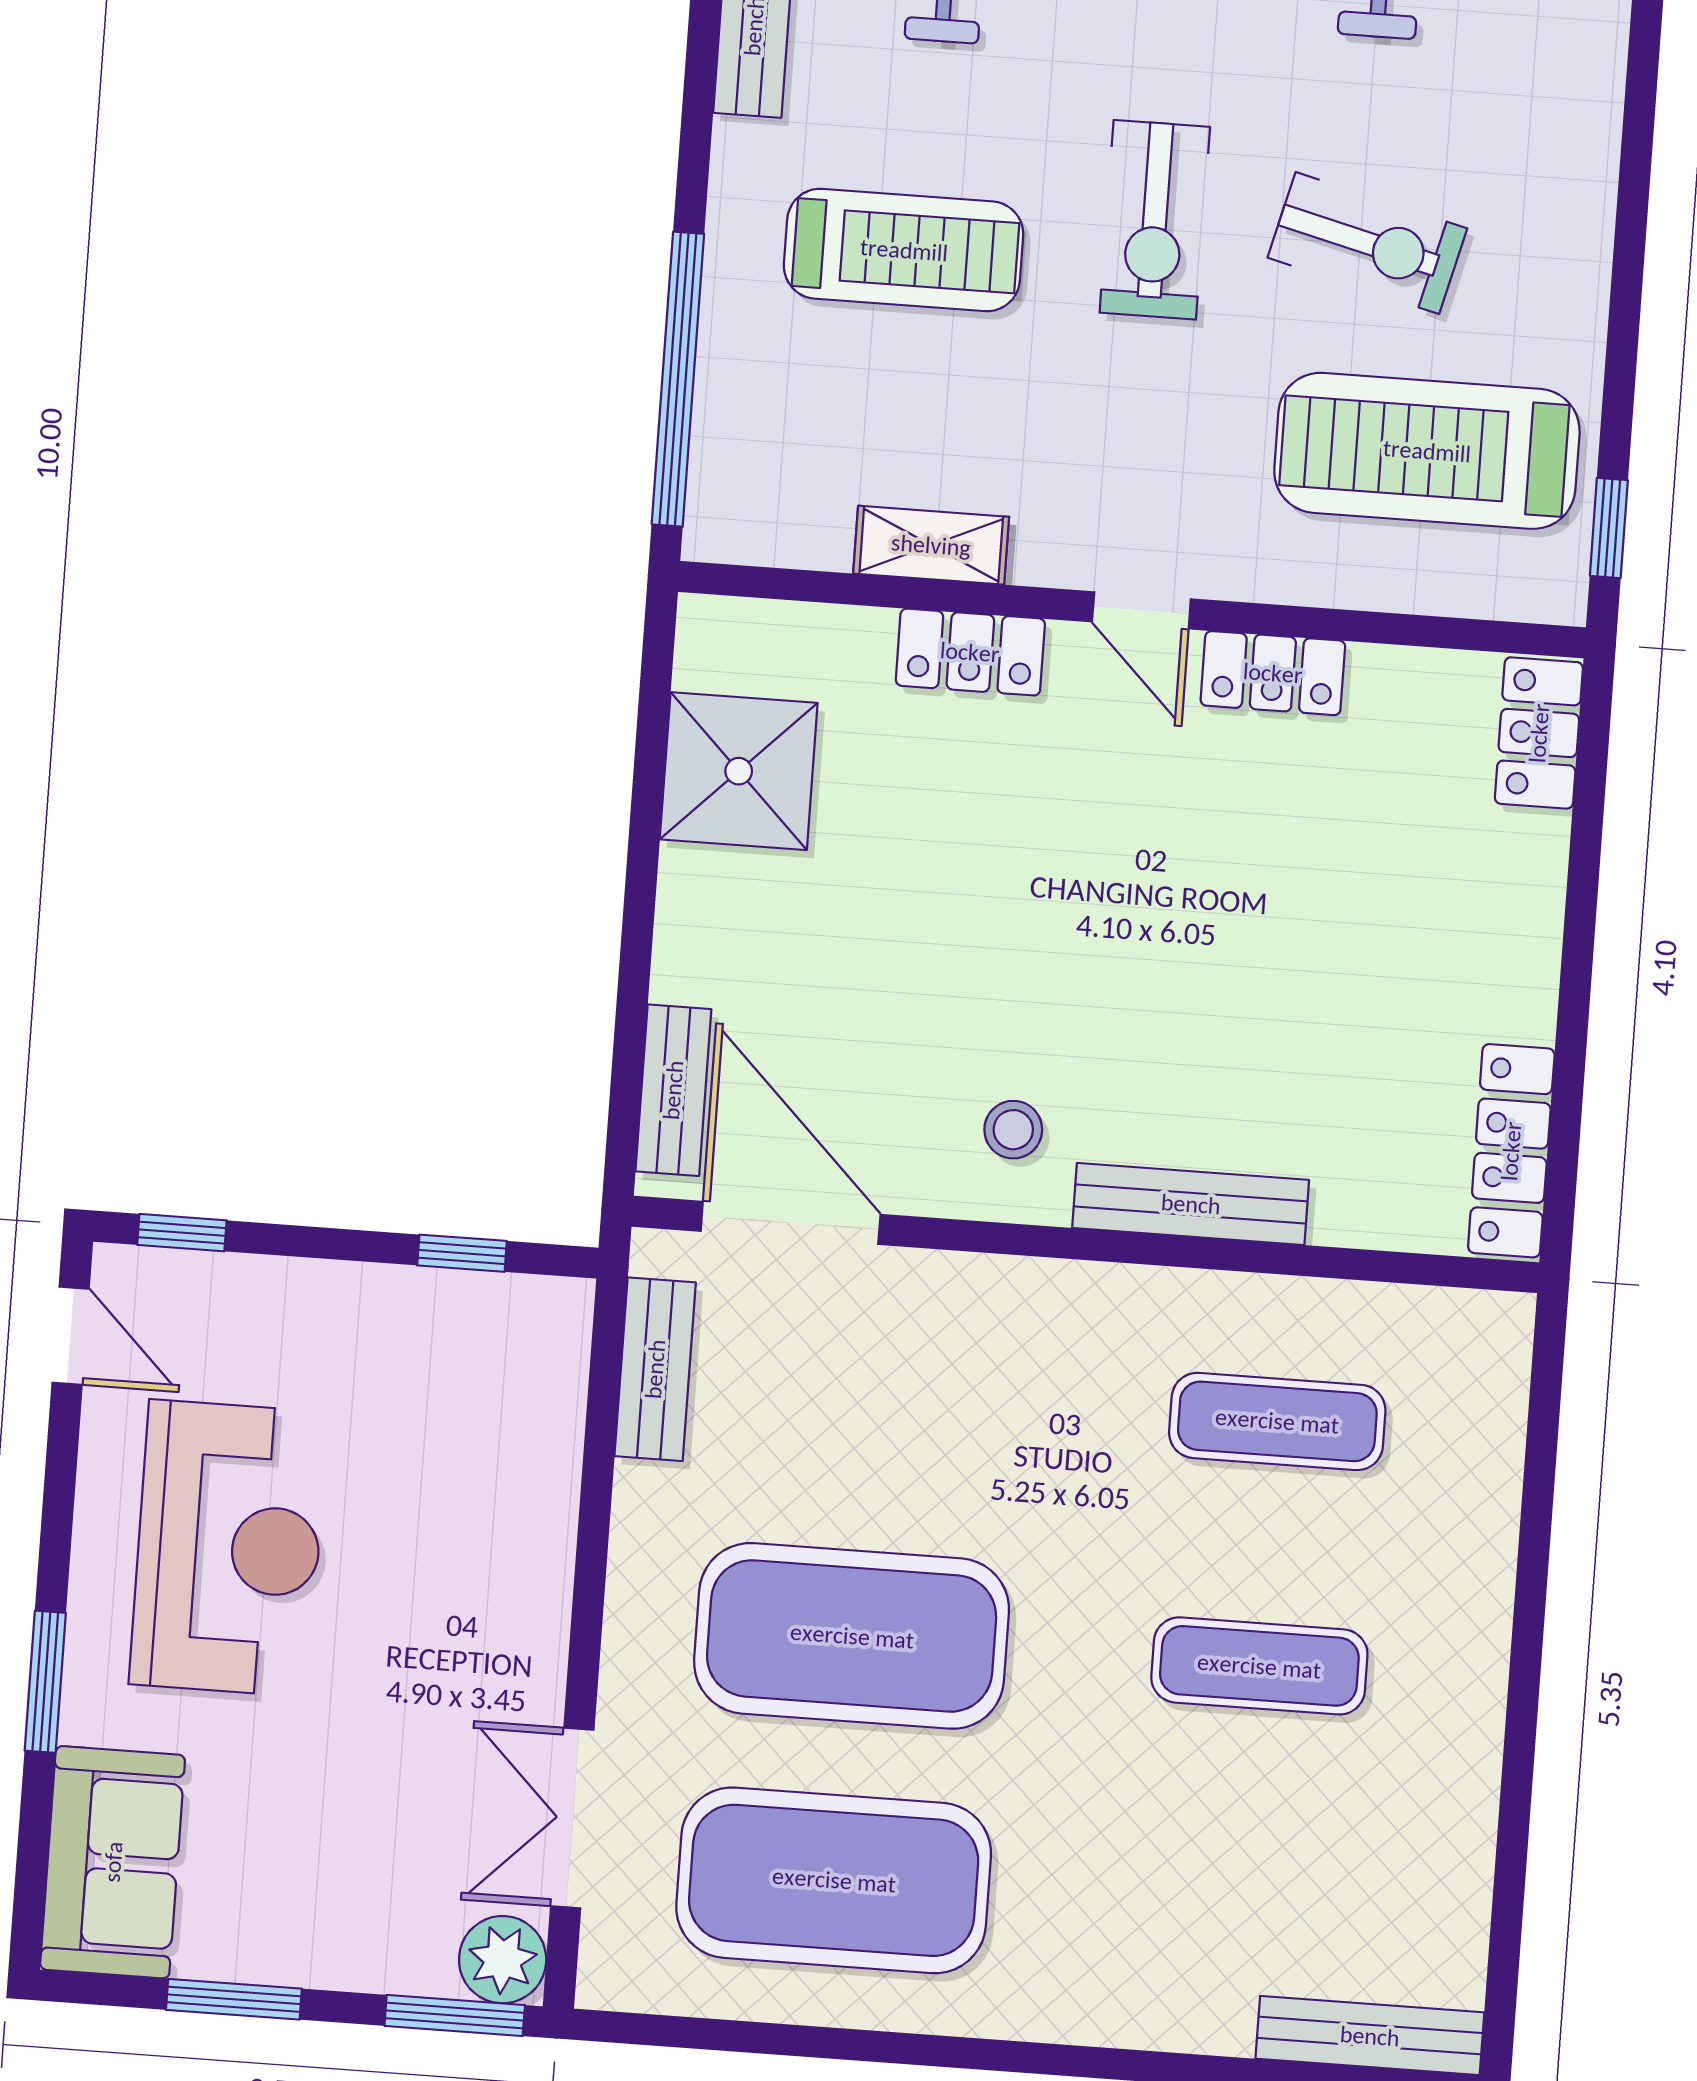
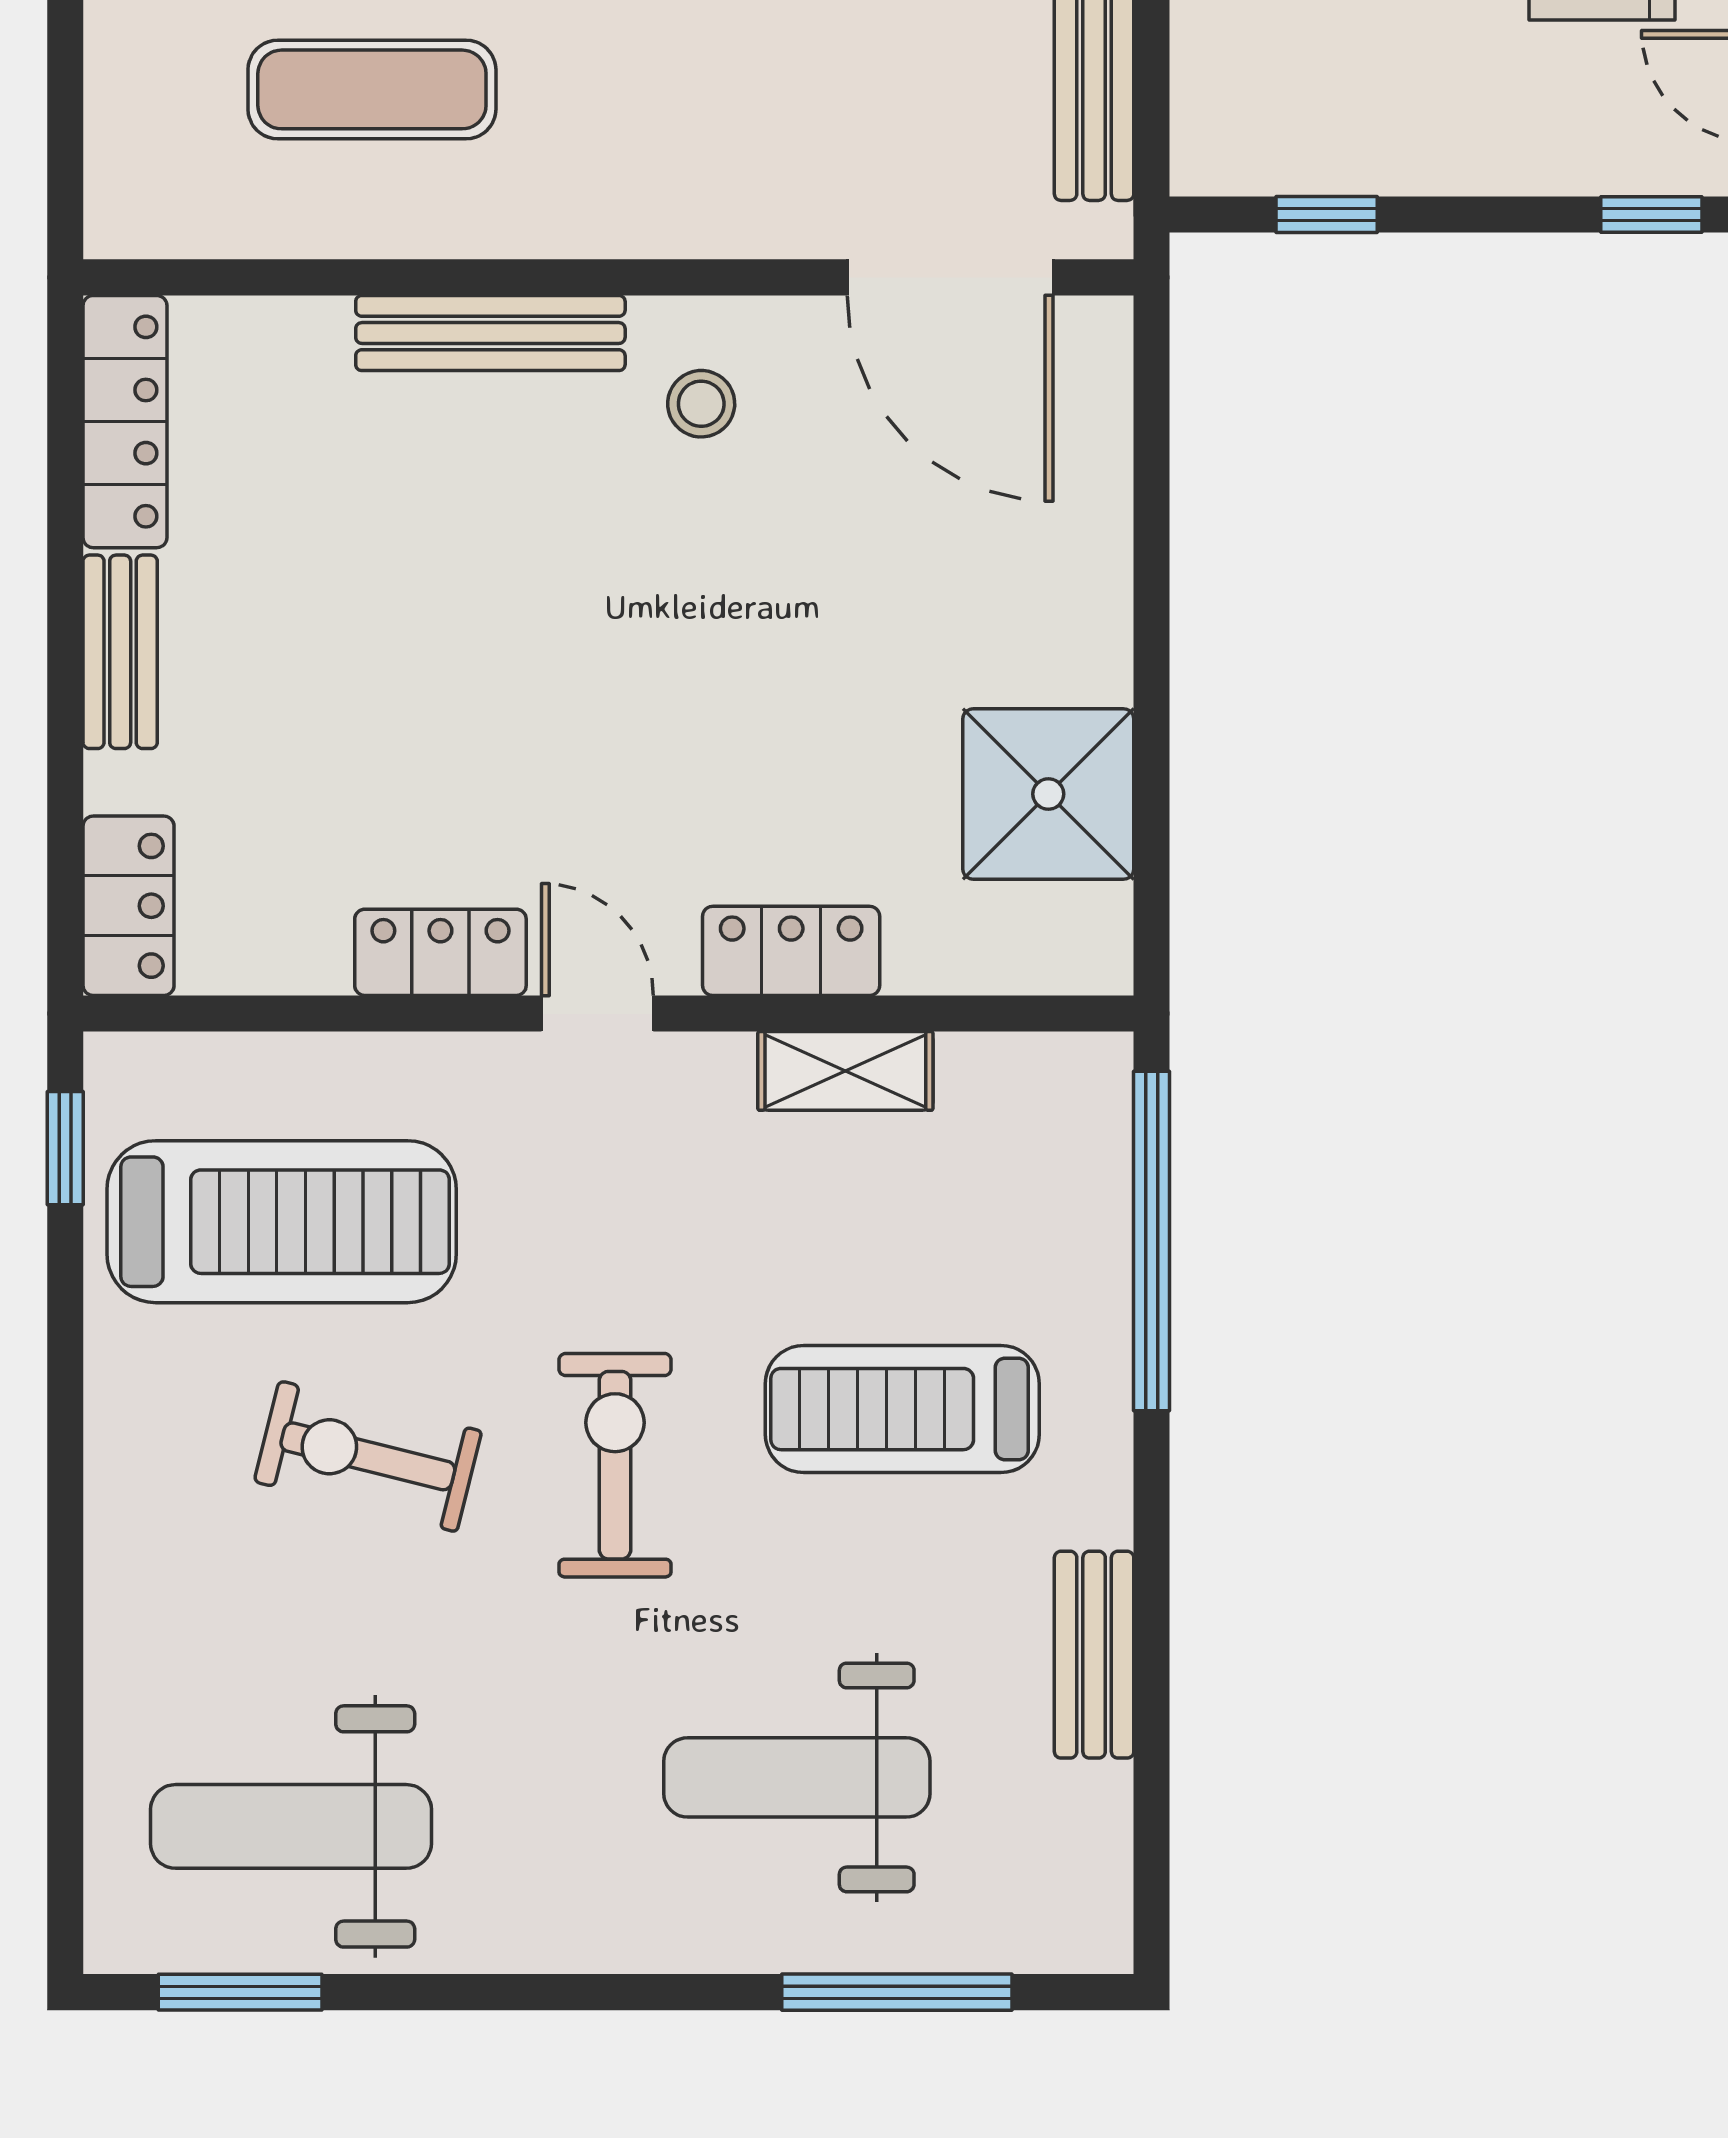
bench: (673, 1090) -> (120, 652), moved

